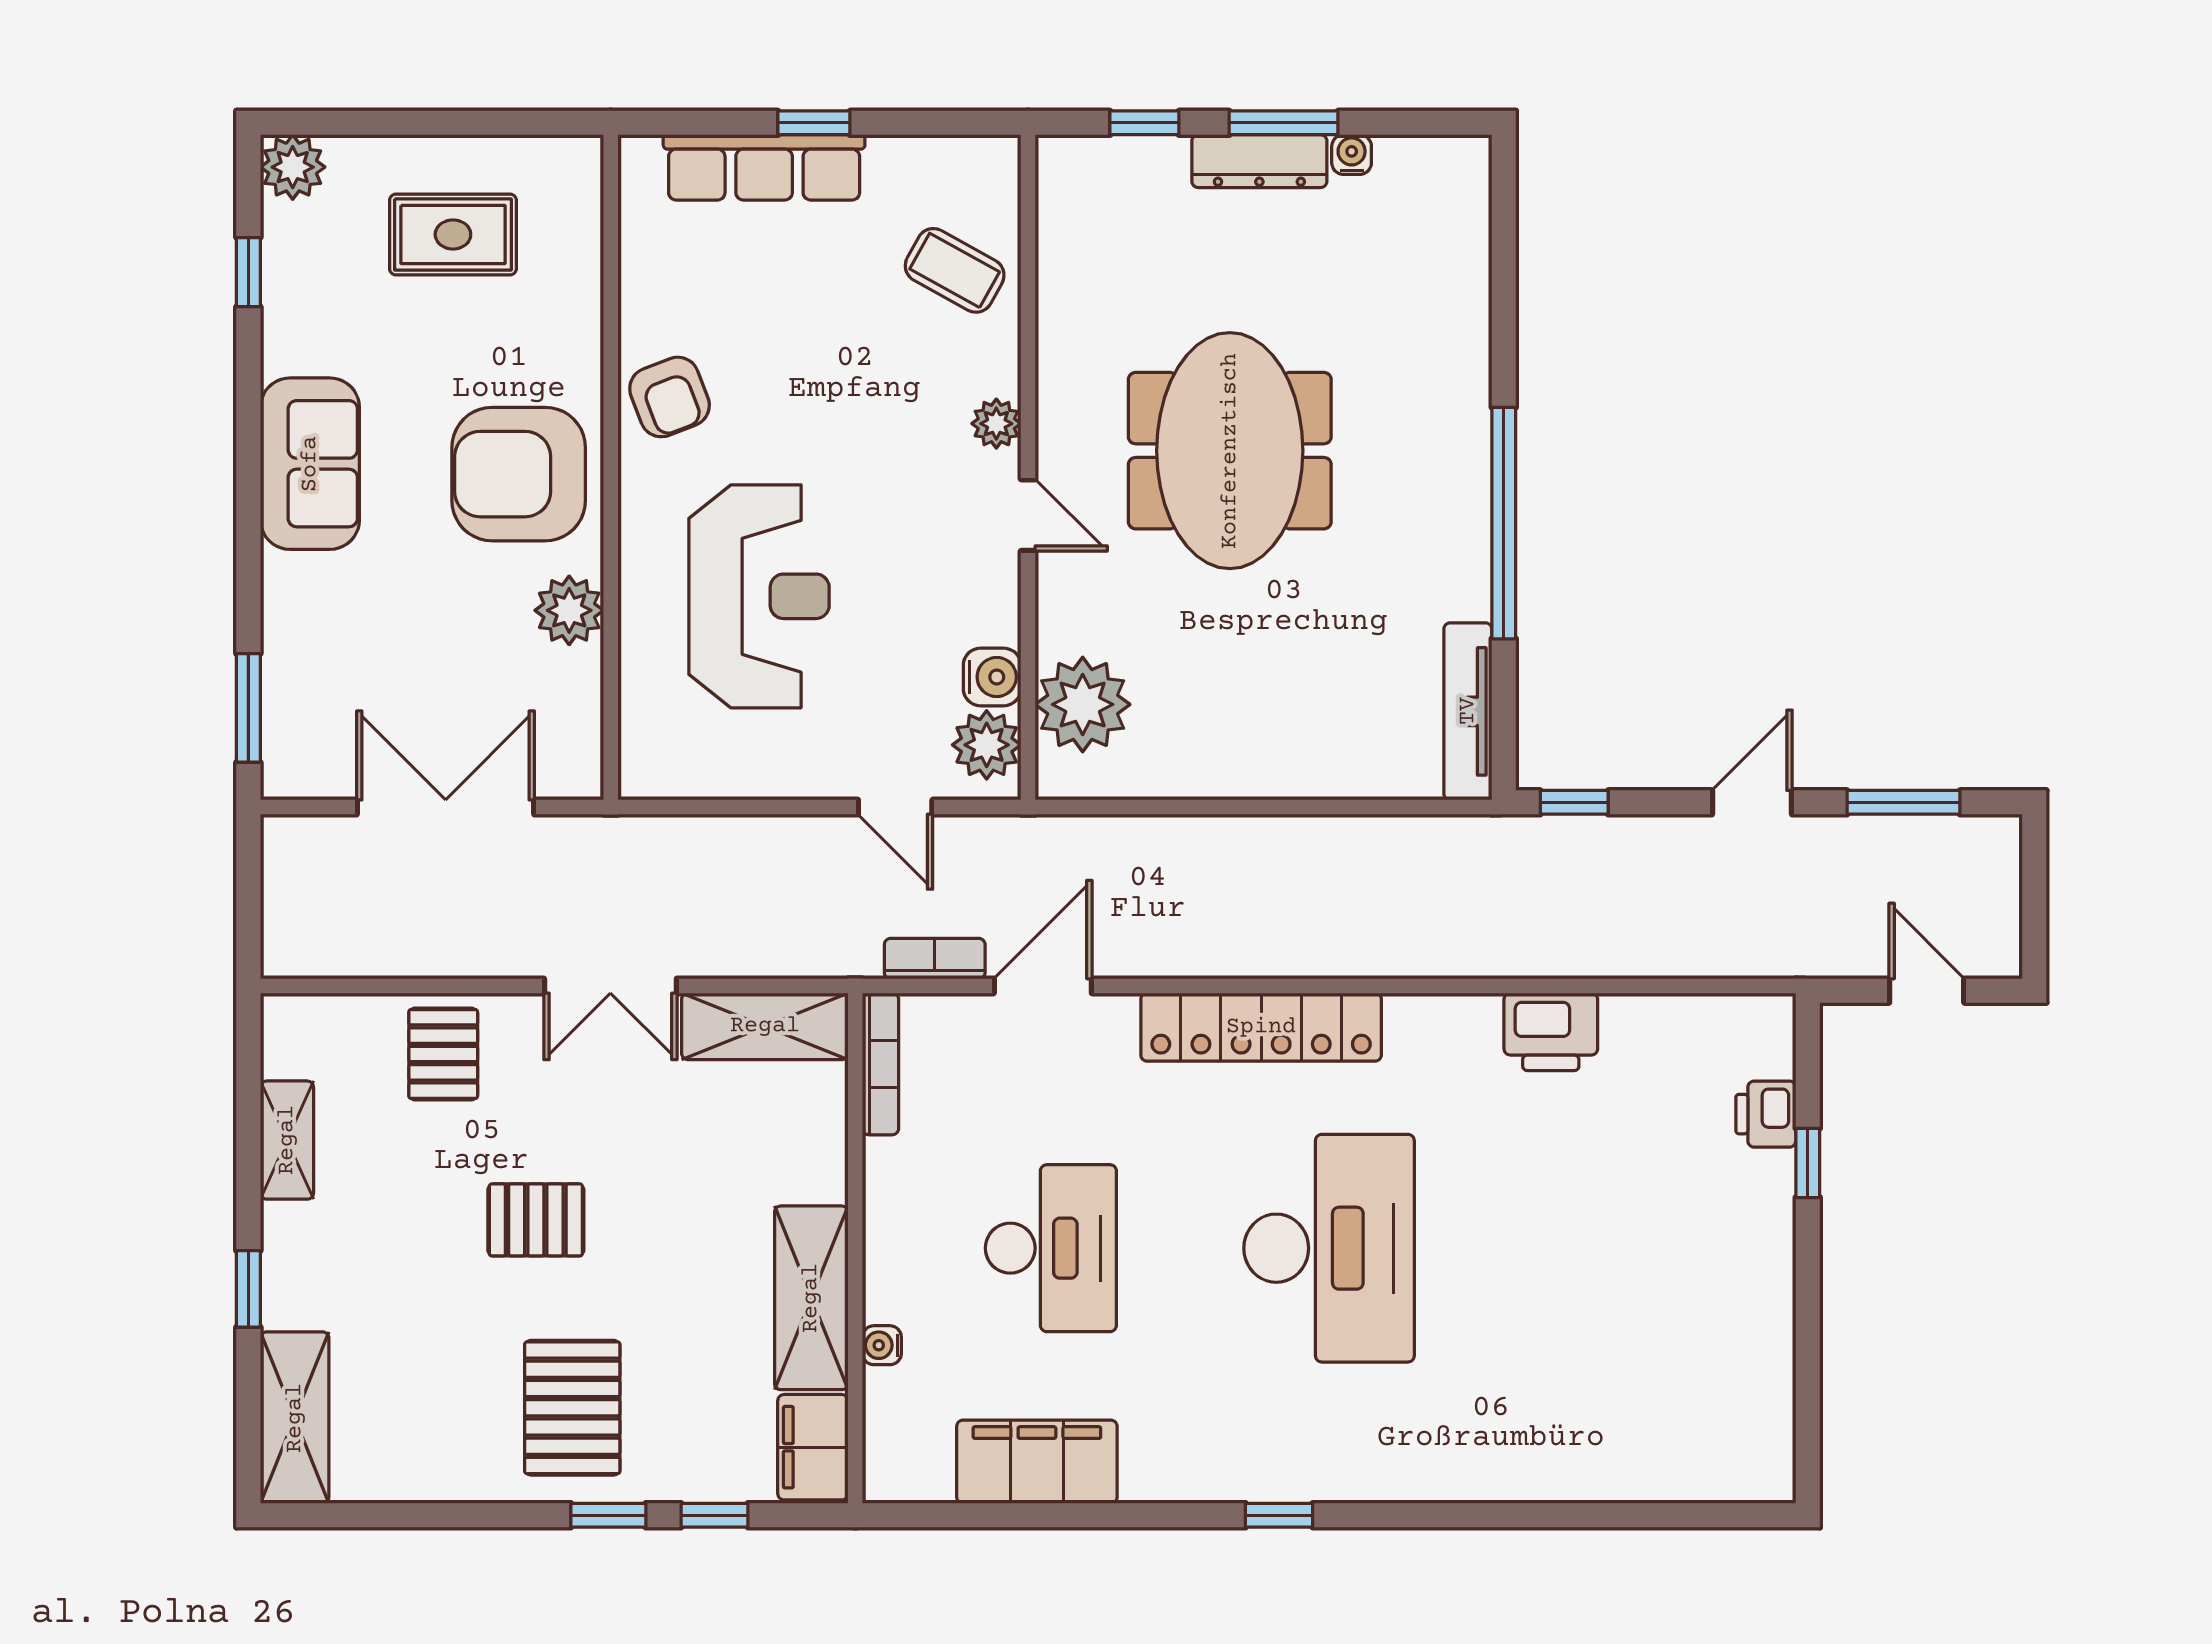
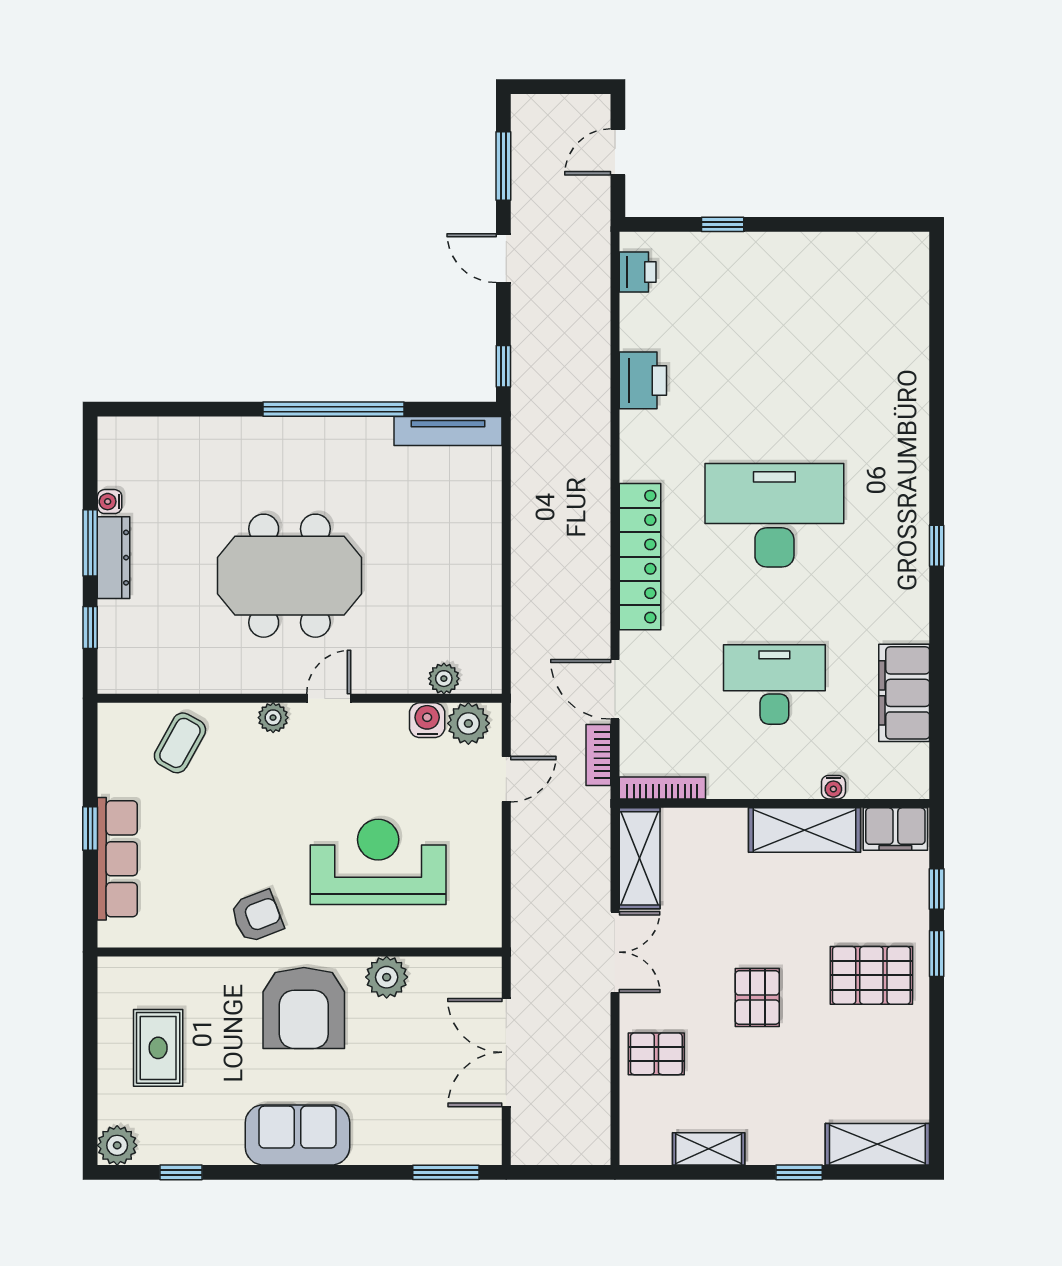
plant: (1083, 704) -> (444, 679), width x0.53, depth x0.53
printer: (1766, 1114) -> (638, 272), moved, turned -90

